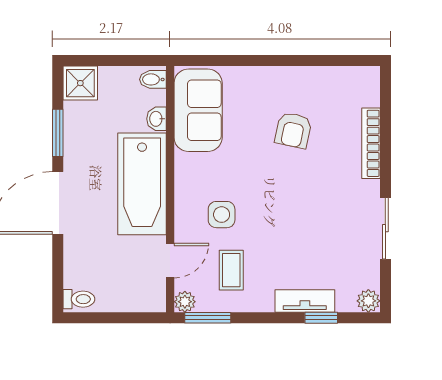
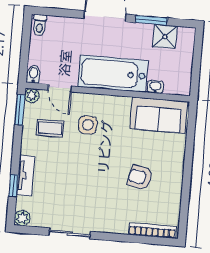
bidet: (153, 79) -> (34, 74), moved
shower: (80, 83) -> (165, 37), moved
bookcase: (371, 143) -> (152, 231), moved

